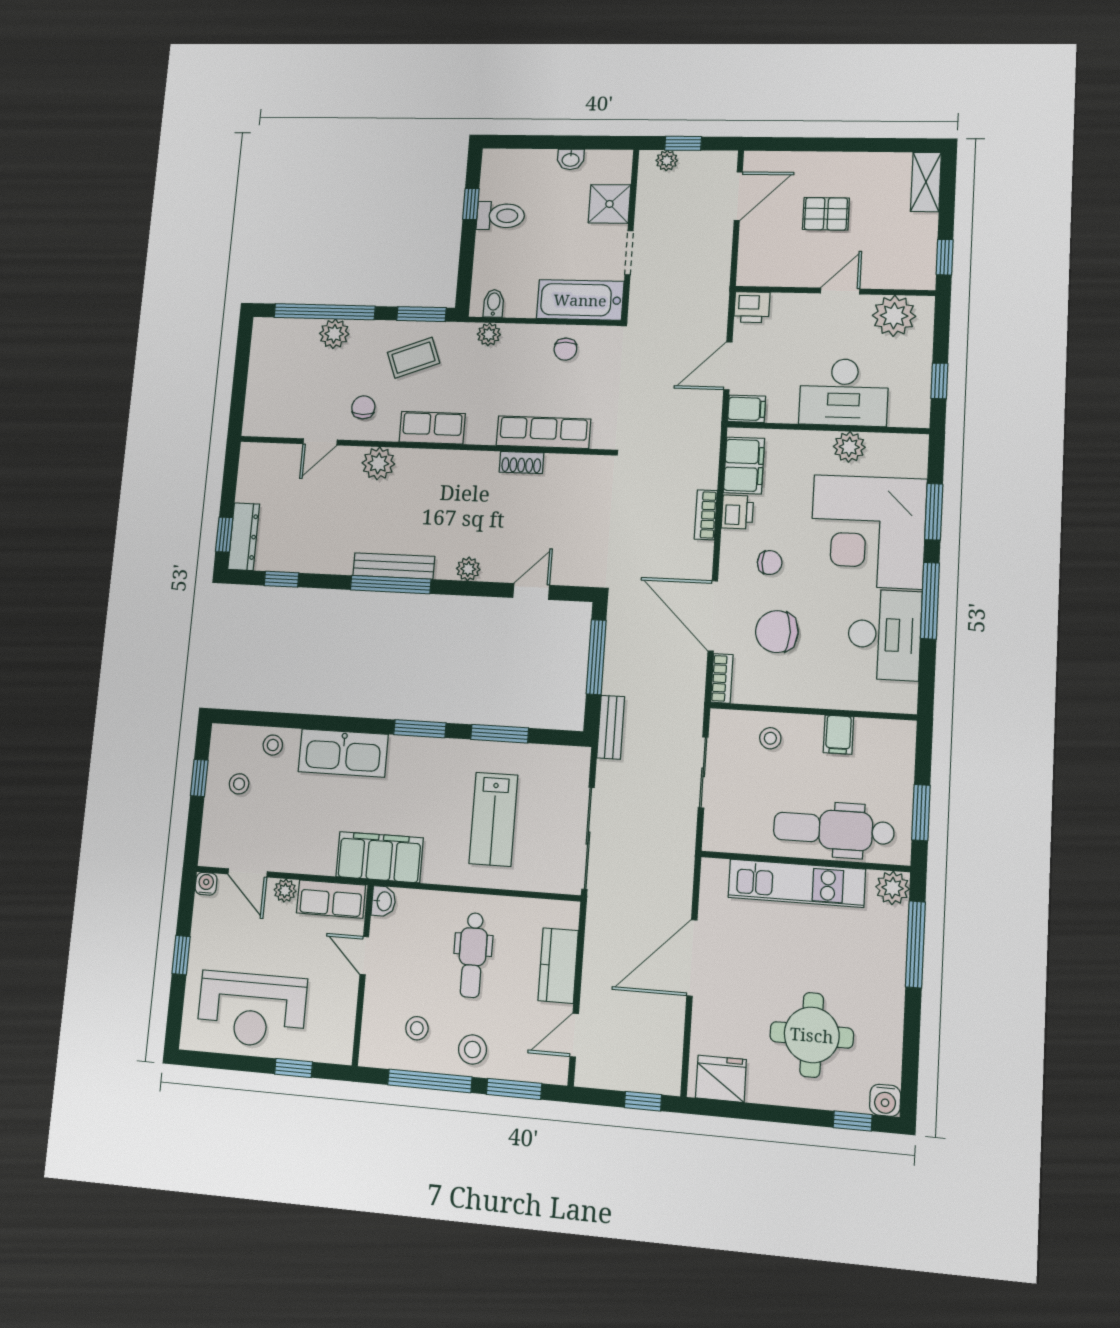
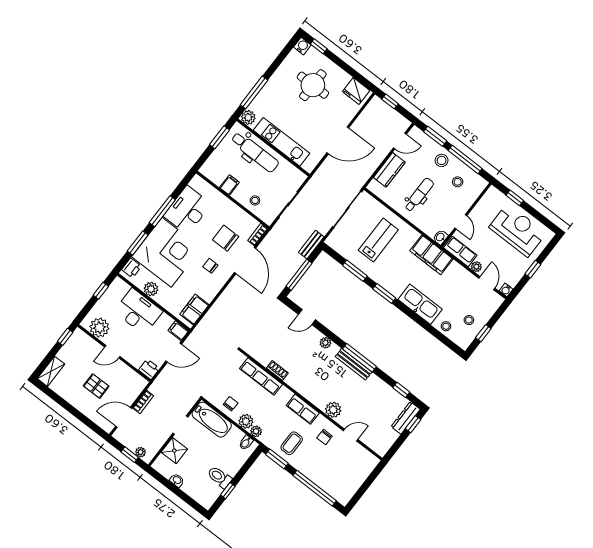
plant: (334, 334) -> (246, 421), moved
coffee table: (413, 358) -> (292, 443), turned -69
printer: (737, 512) -> (132, 268), moved, turned 180
bookcase: (706, 515) -> (143, 402), moved
chair: (777, 632) -> (226, 238), turned 180

